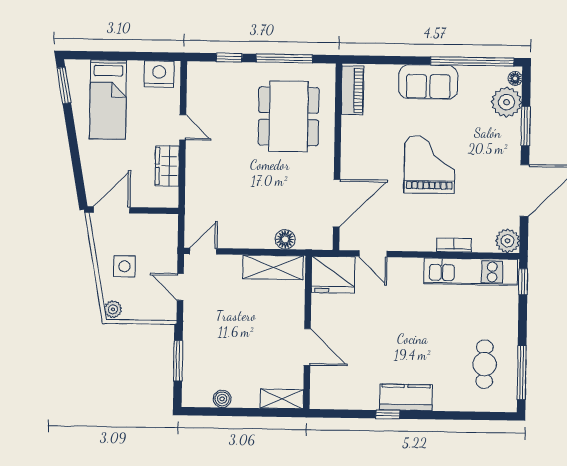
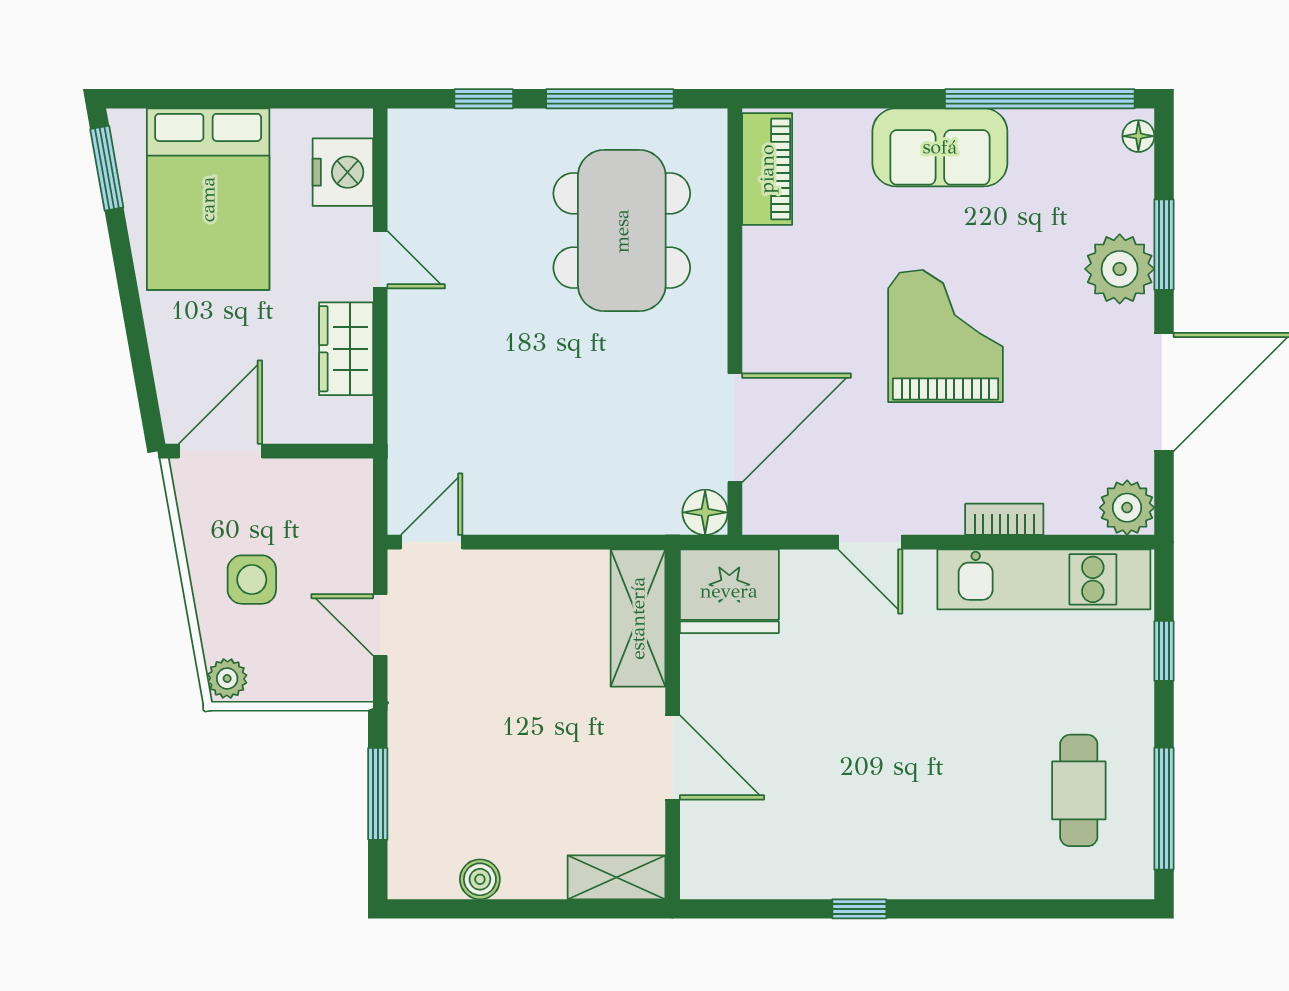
nightstand: (159, 74) -> (343, 172), moved, turned 90
bed: (108, 100) -> (208, 199), width x1.50
plant: (507, 102) -> (1120, 269), moved
floor lamp: (285, 239) -> (705, 512), moved
door: (373, 254) -> (870, 542), moved
shelving: (273, 267) -> (638, 618), moved, turned 90
window: (523, 282) -> (1164, 651), moved
kitchen counter: (406, 397) -> (900, 869), removed

